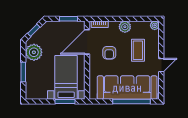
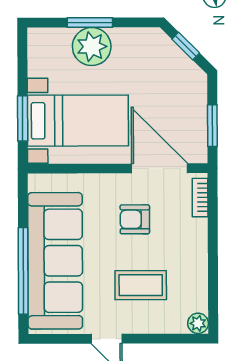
plant: (125, 27) -> (195, 255), removed
plant: (34, 52) -> (92, 47), moved

